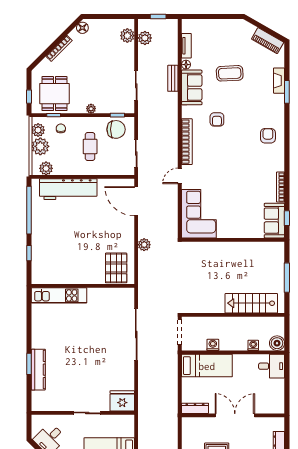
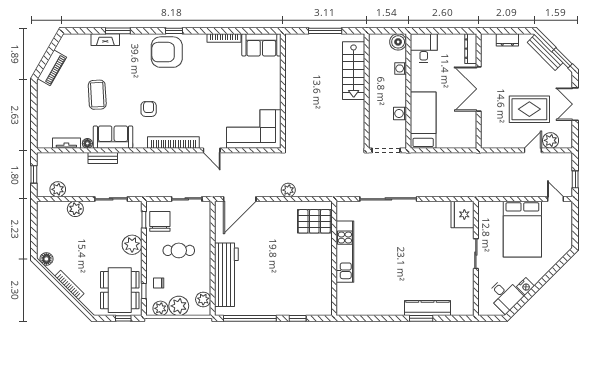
plant: (127, 36) -> (75, 209), moved
piano: (268, 41) -> (52, 68), moved
dining table: (54, 94) -> (120, 290), width x1.38
plant: (91, 109) -> (132, 245), width x1.88, depth x1.88
armchair: (217, 119) -> (149, 109), turned -90
armchair: (268, 136) -> (167, 52), width x1.88, depth x1.88
window: (287, 218) -> (174, 31), moved
kitchen unit: (59, 295) -> (345, 252), moved
dresser: (195, 408) -> (471, 49), moved

